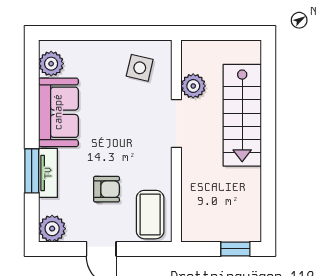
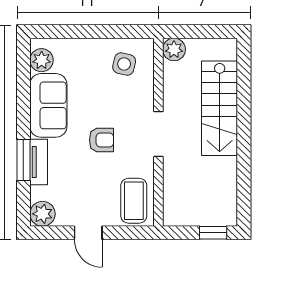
plant: (193, 86) -> (174, 49), moved
doorway: (176, 123) -> (158, 134), moved
armchair: (107, 189) -> (101, 140), moved

